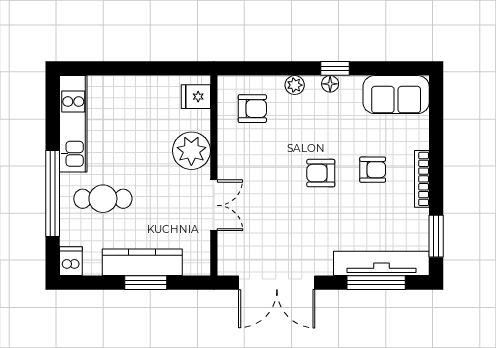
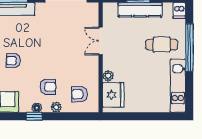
fridge: (196, 97) -> (113, 95), width x1.88, depth x1.34
plant: (191, 151) -> (108, 76), width x0.53, depth x0.53
armchair: (321, 173) -> (48, 87), moved

